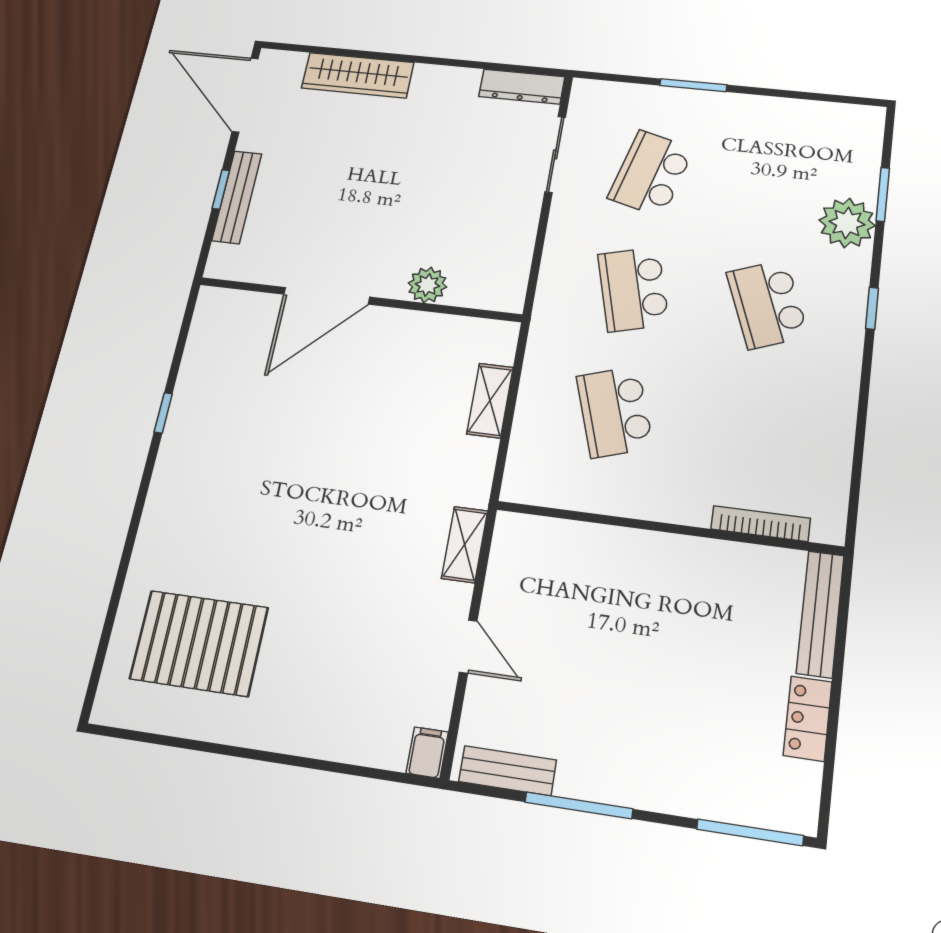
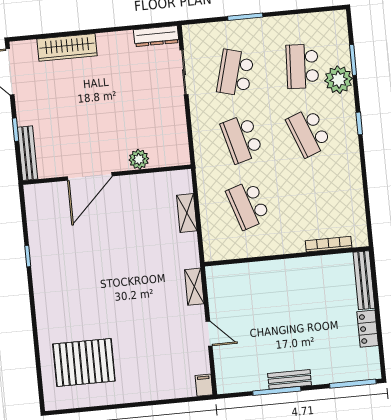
school desk: (781, 187) -> (302, 66), added
bench: (237, 197) -> (28, 153), moved
bench: (508, 771) -> (290, 379), moved

